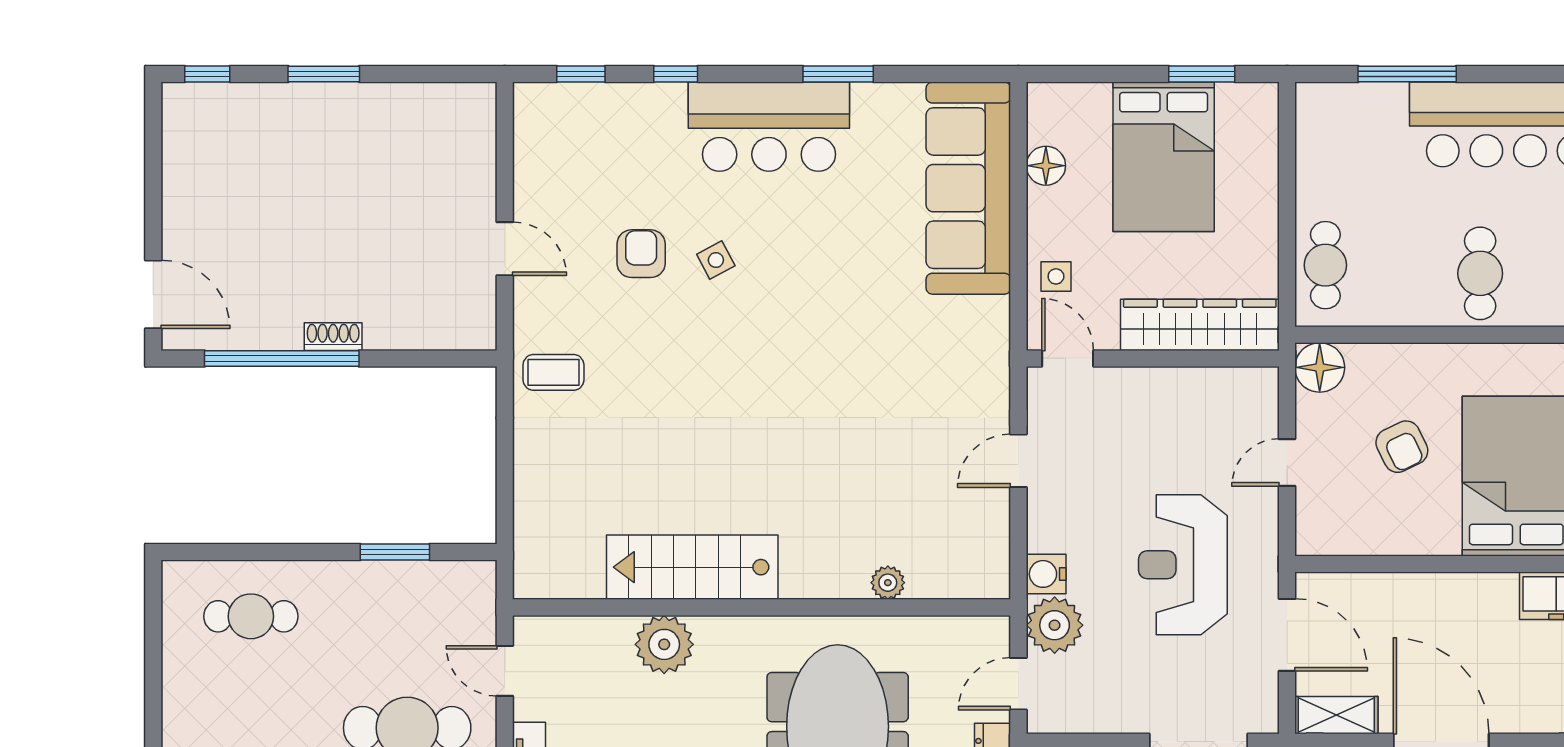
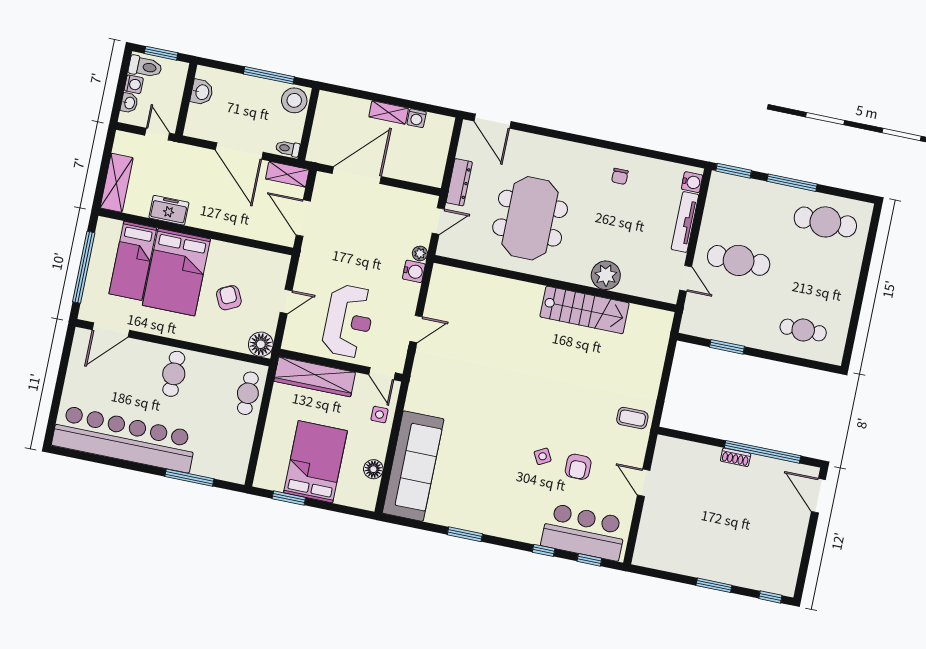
bar counter: (769, 127) -> (584, 532), moved
reception desk: (1183, 565) -> (349, 321), moved
plant: (888, 583) -> (491, 283), removed
plant: (1055, 625) -> (420, 253), width x0.53, depth x0.53

